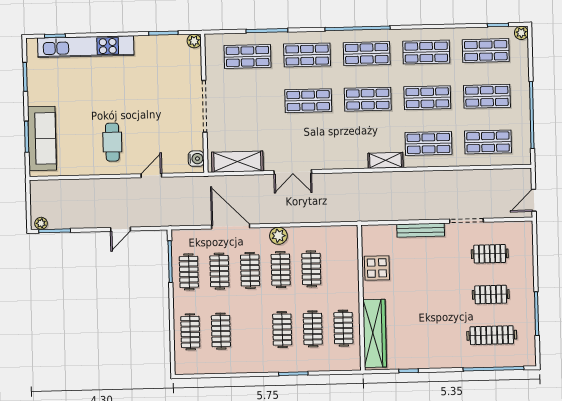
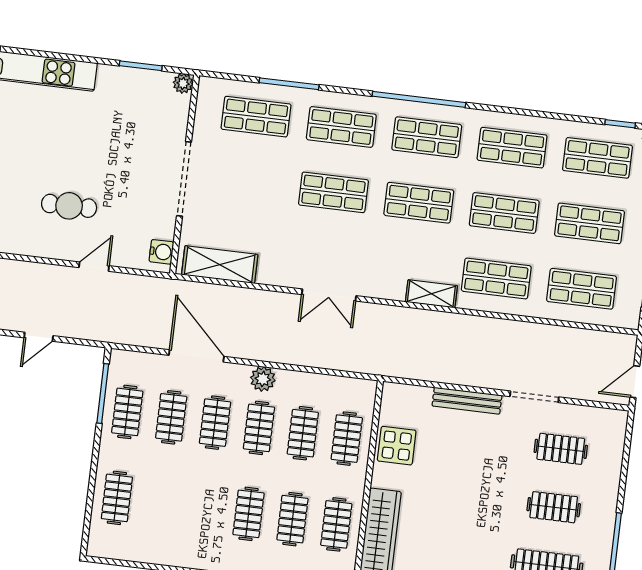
cafe table: (112, 142) -> (69, 206), moved, turned 90
double door: (293, 172) -> (329, 295), moved
clothes rail: (221, 331) -> (347, 439), moved

